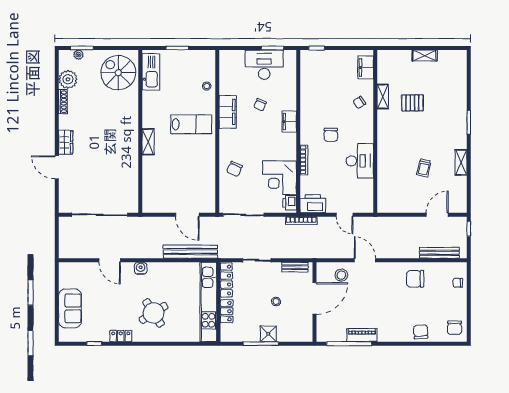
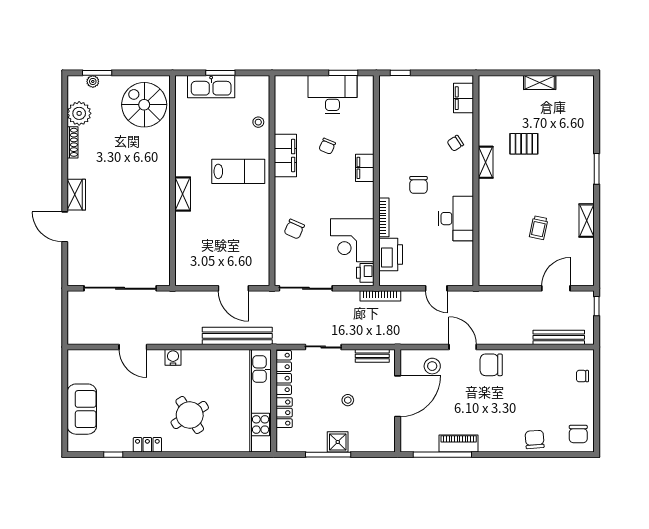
kitchen sink: (151, 72) -> (211, 87), moved, turned 90
shelving: (383, 96) -> (486, 162), moved
printer: (313, 204) -> (391, 255), moved, turned 90
chair: (415, 279) -> (491, 365), moved

